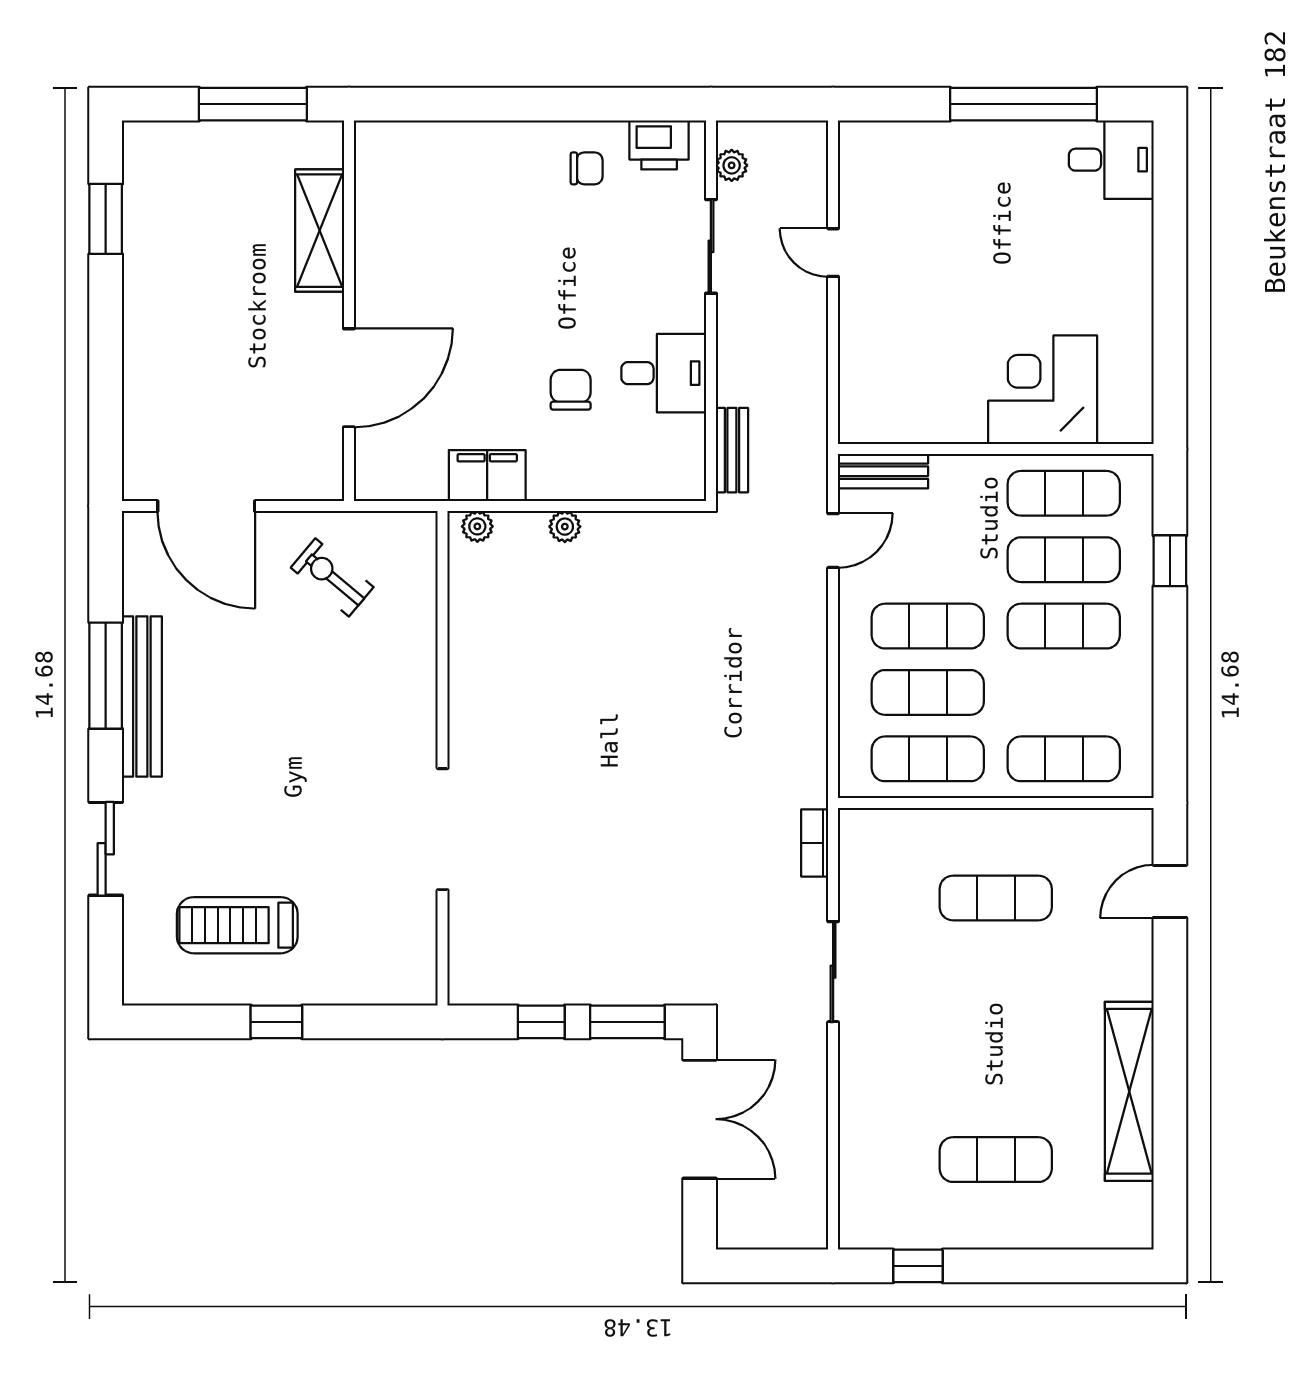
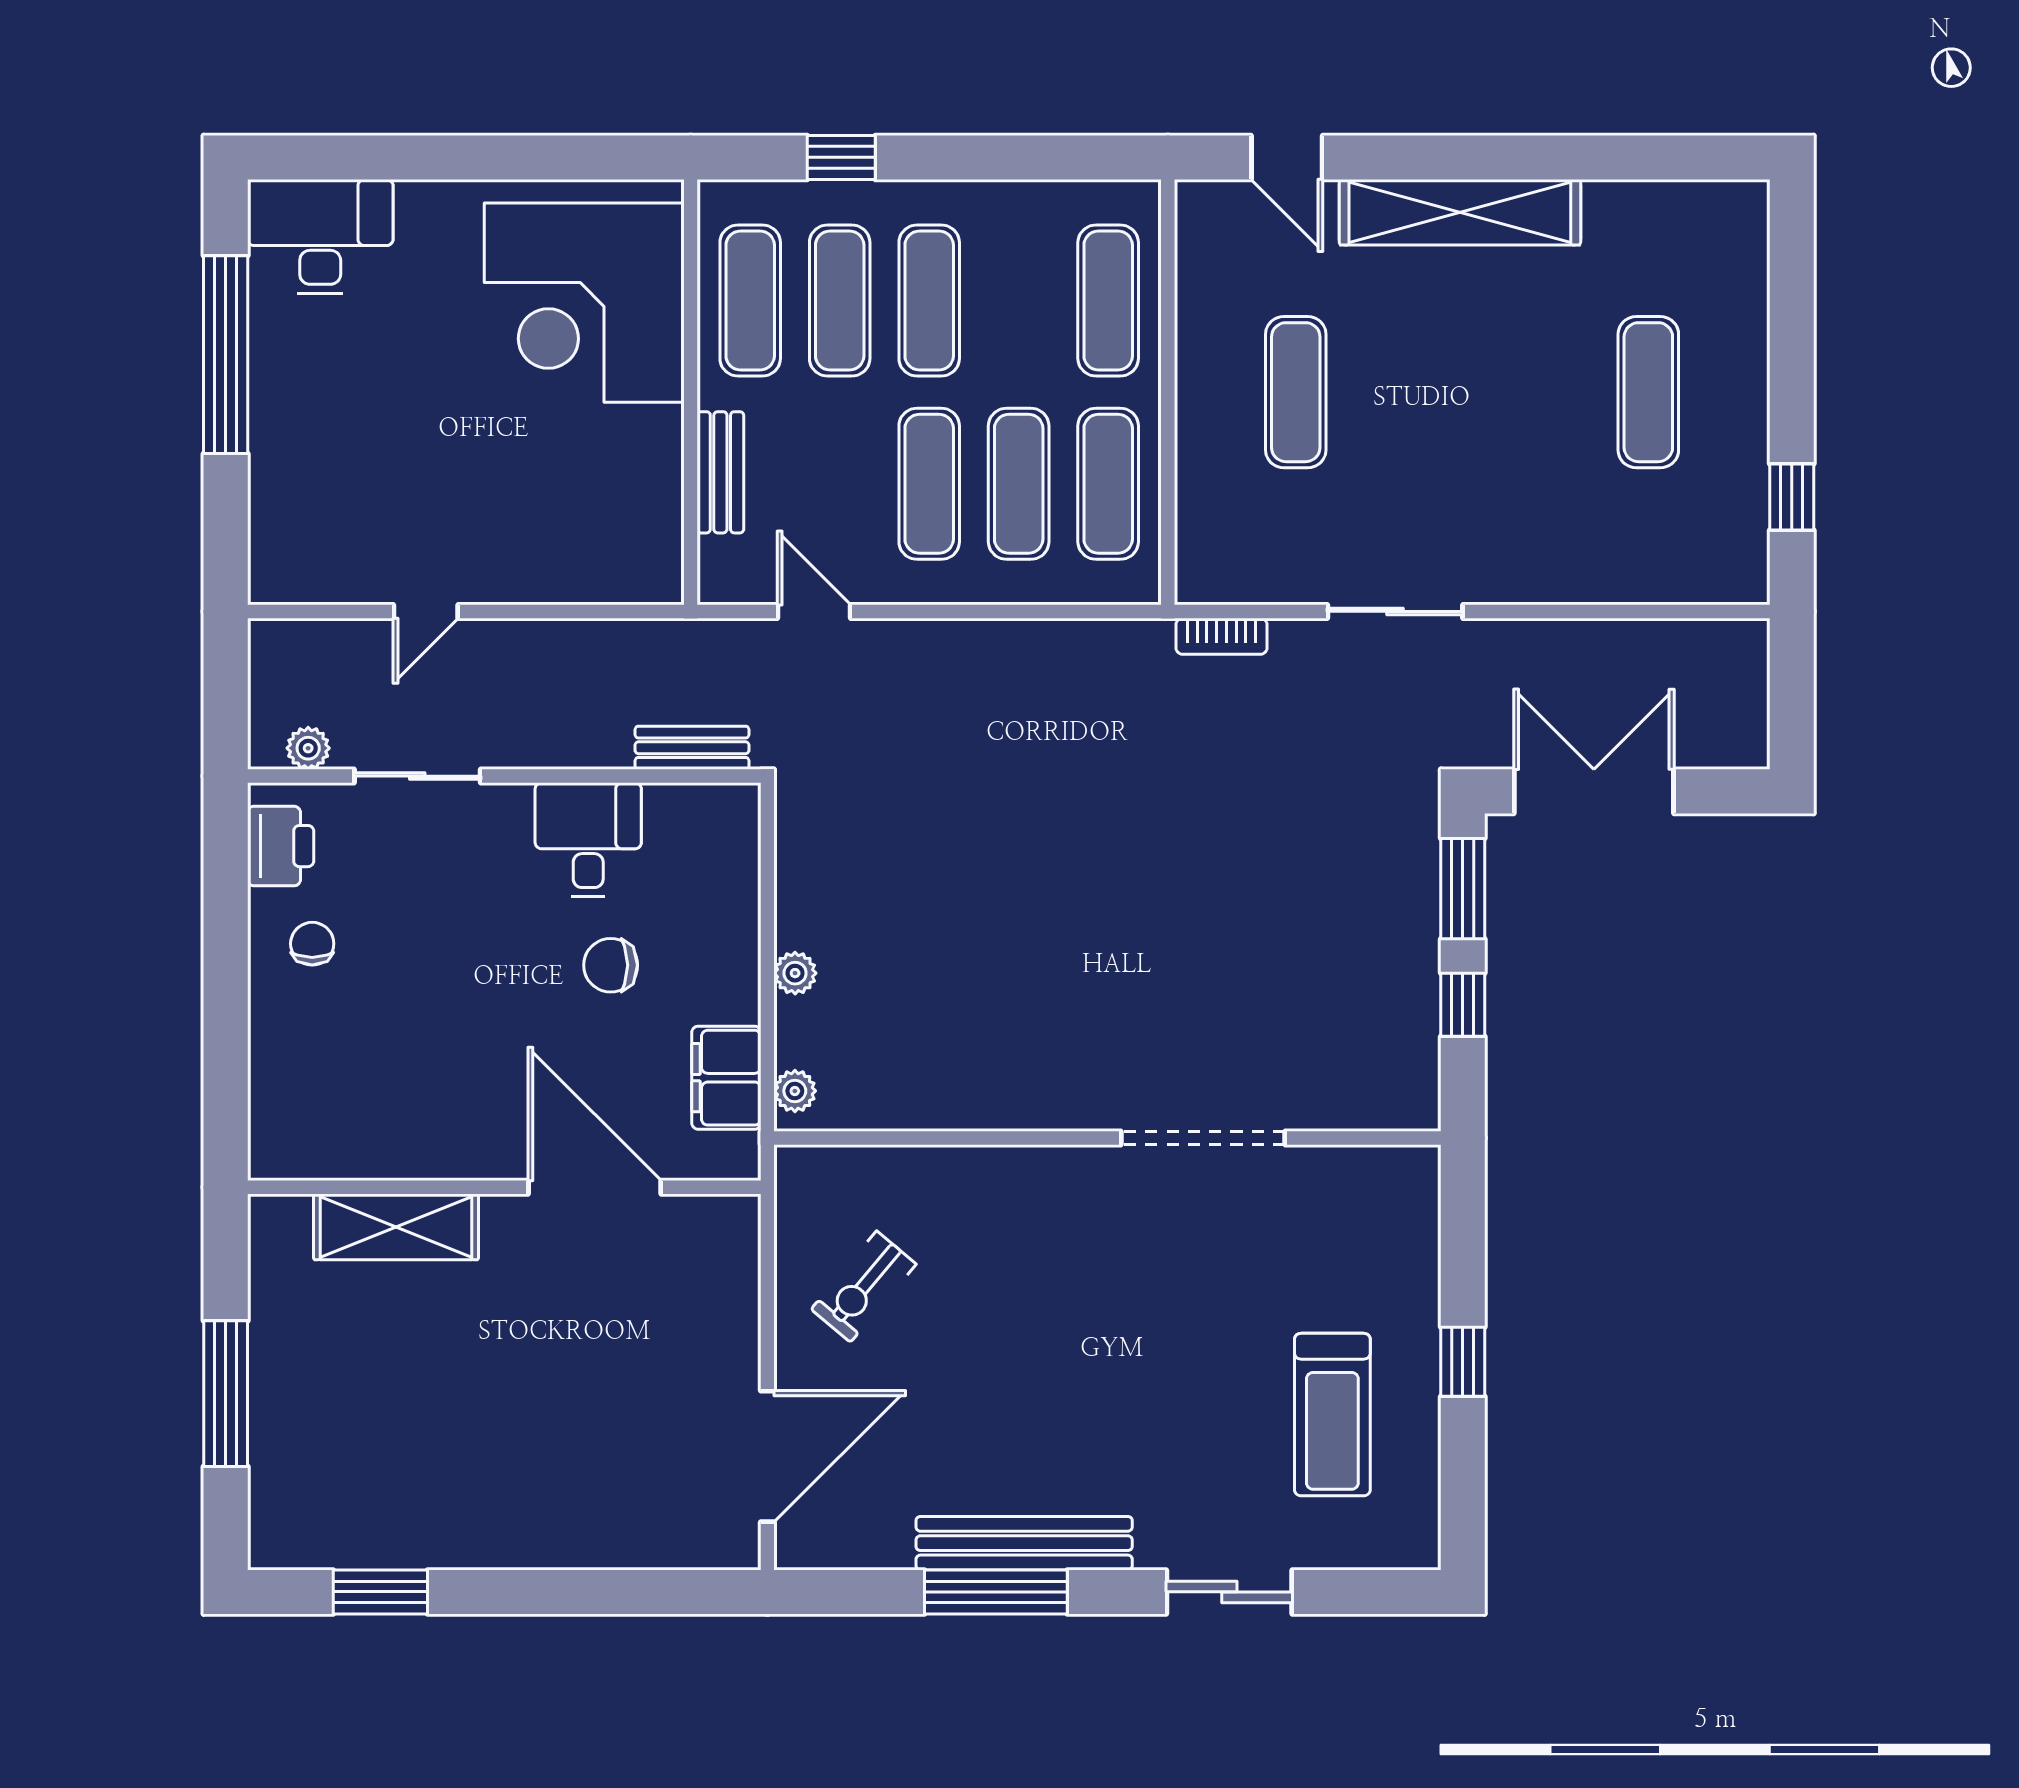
desk: (1111, 160) -> (320, 236), width x1.37
shelving: (320, 231) -> (396, 1227), moved
wall: (349, 311) -> (504, 1187), moved
door: (349, 378) -> (595, 1187), moved
corner desk: (1043, 390) -> (584, 303), width x1.36, depth x1.36
bench: (883, 471) -> (720, 472), moved
shelving: (1129, 1091) -> (1460, 212), moved

